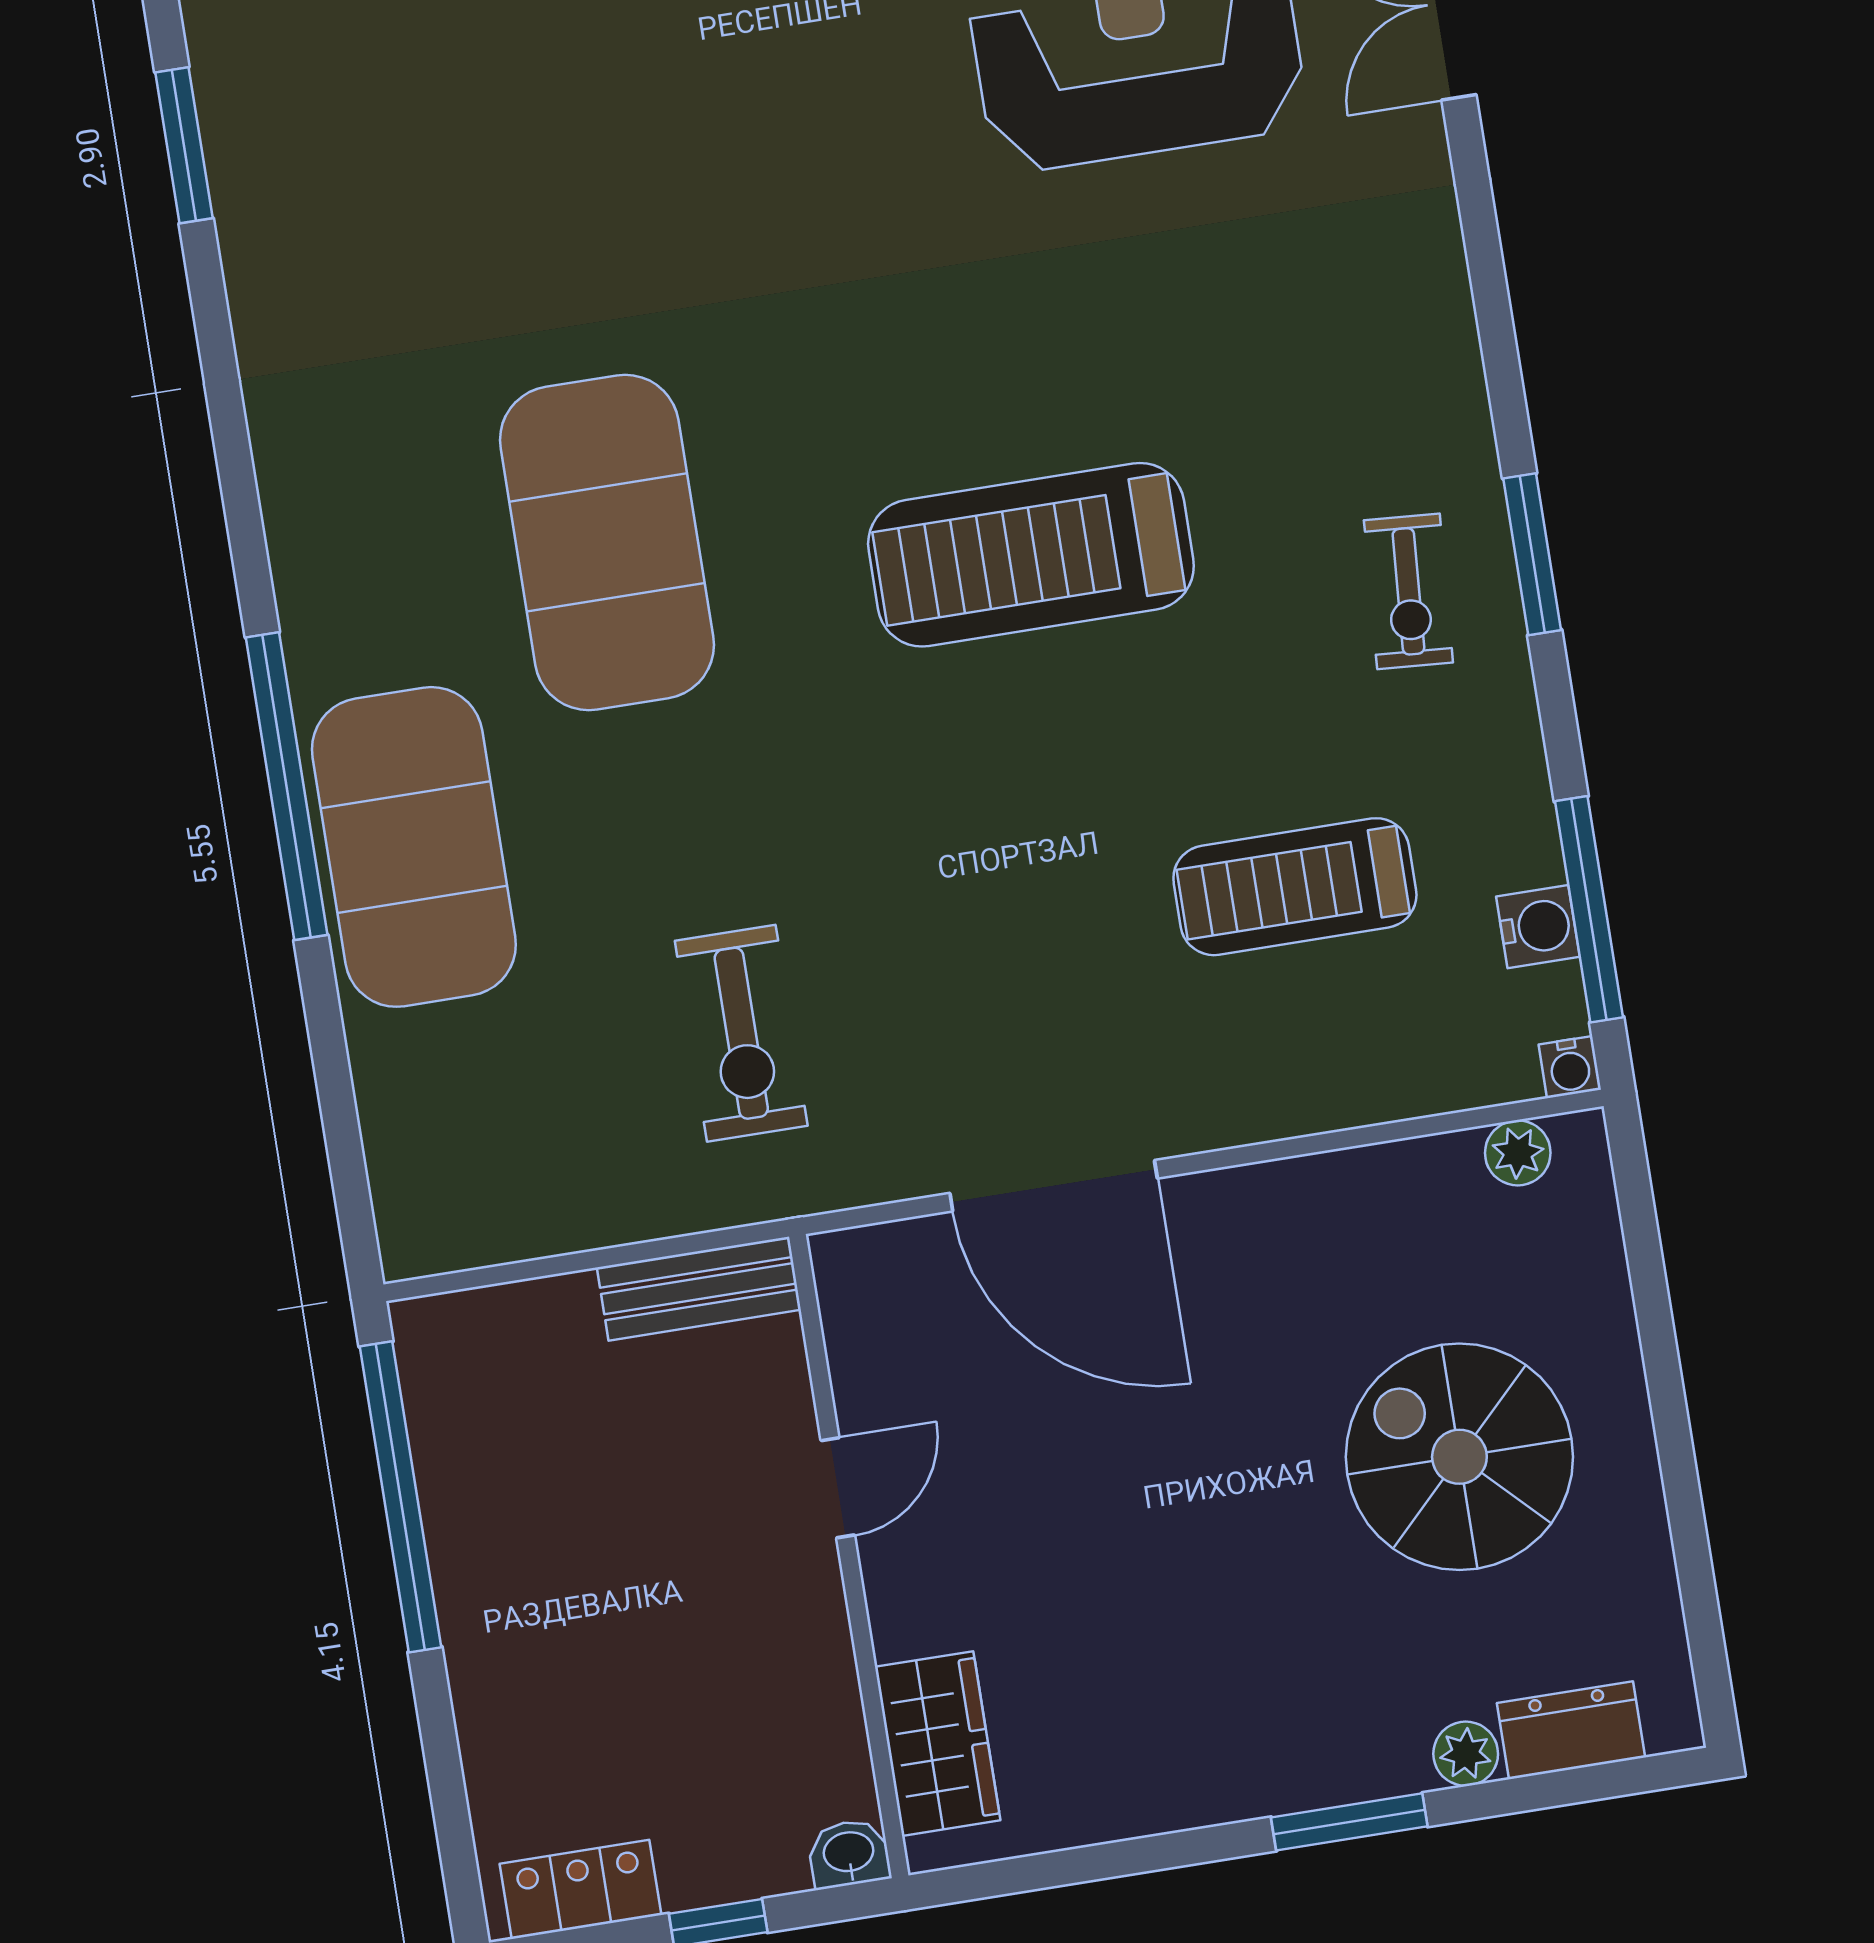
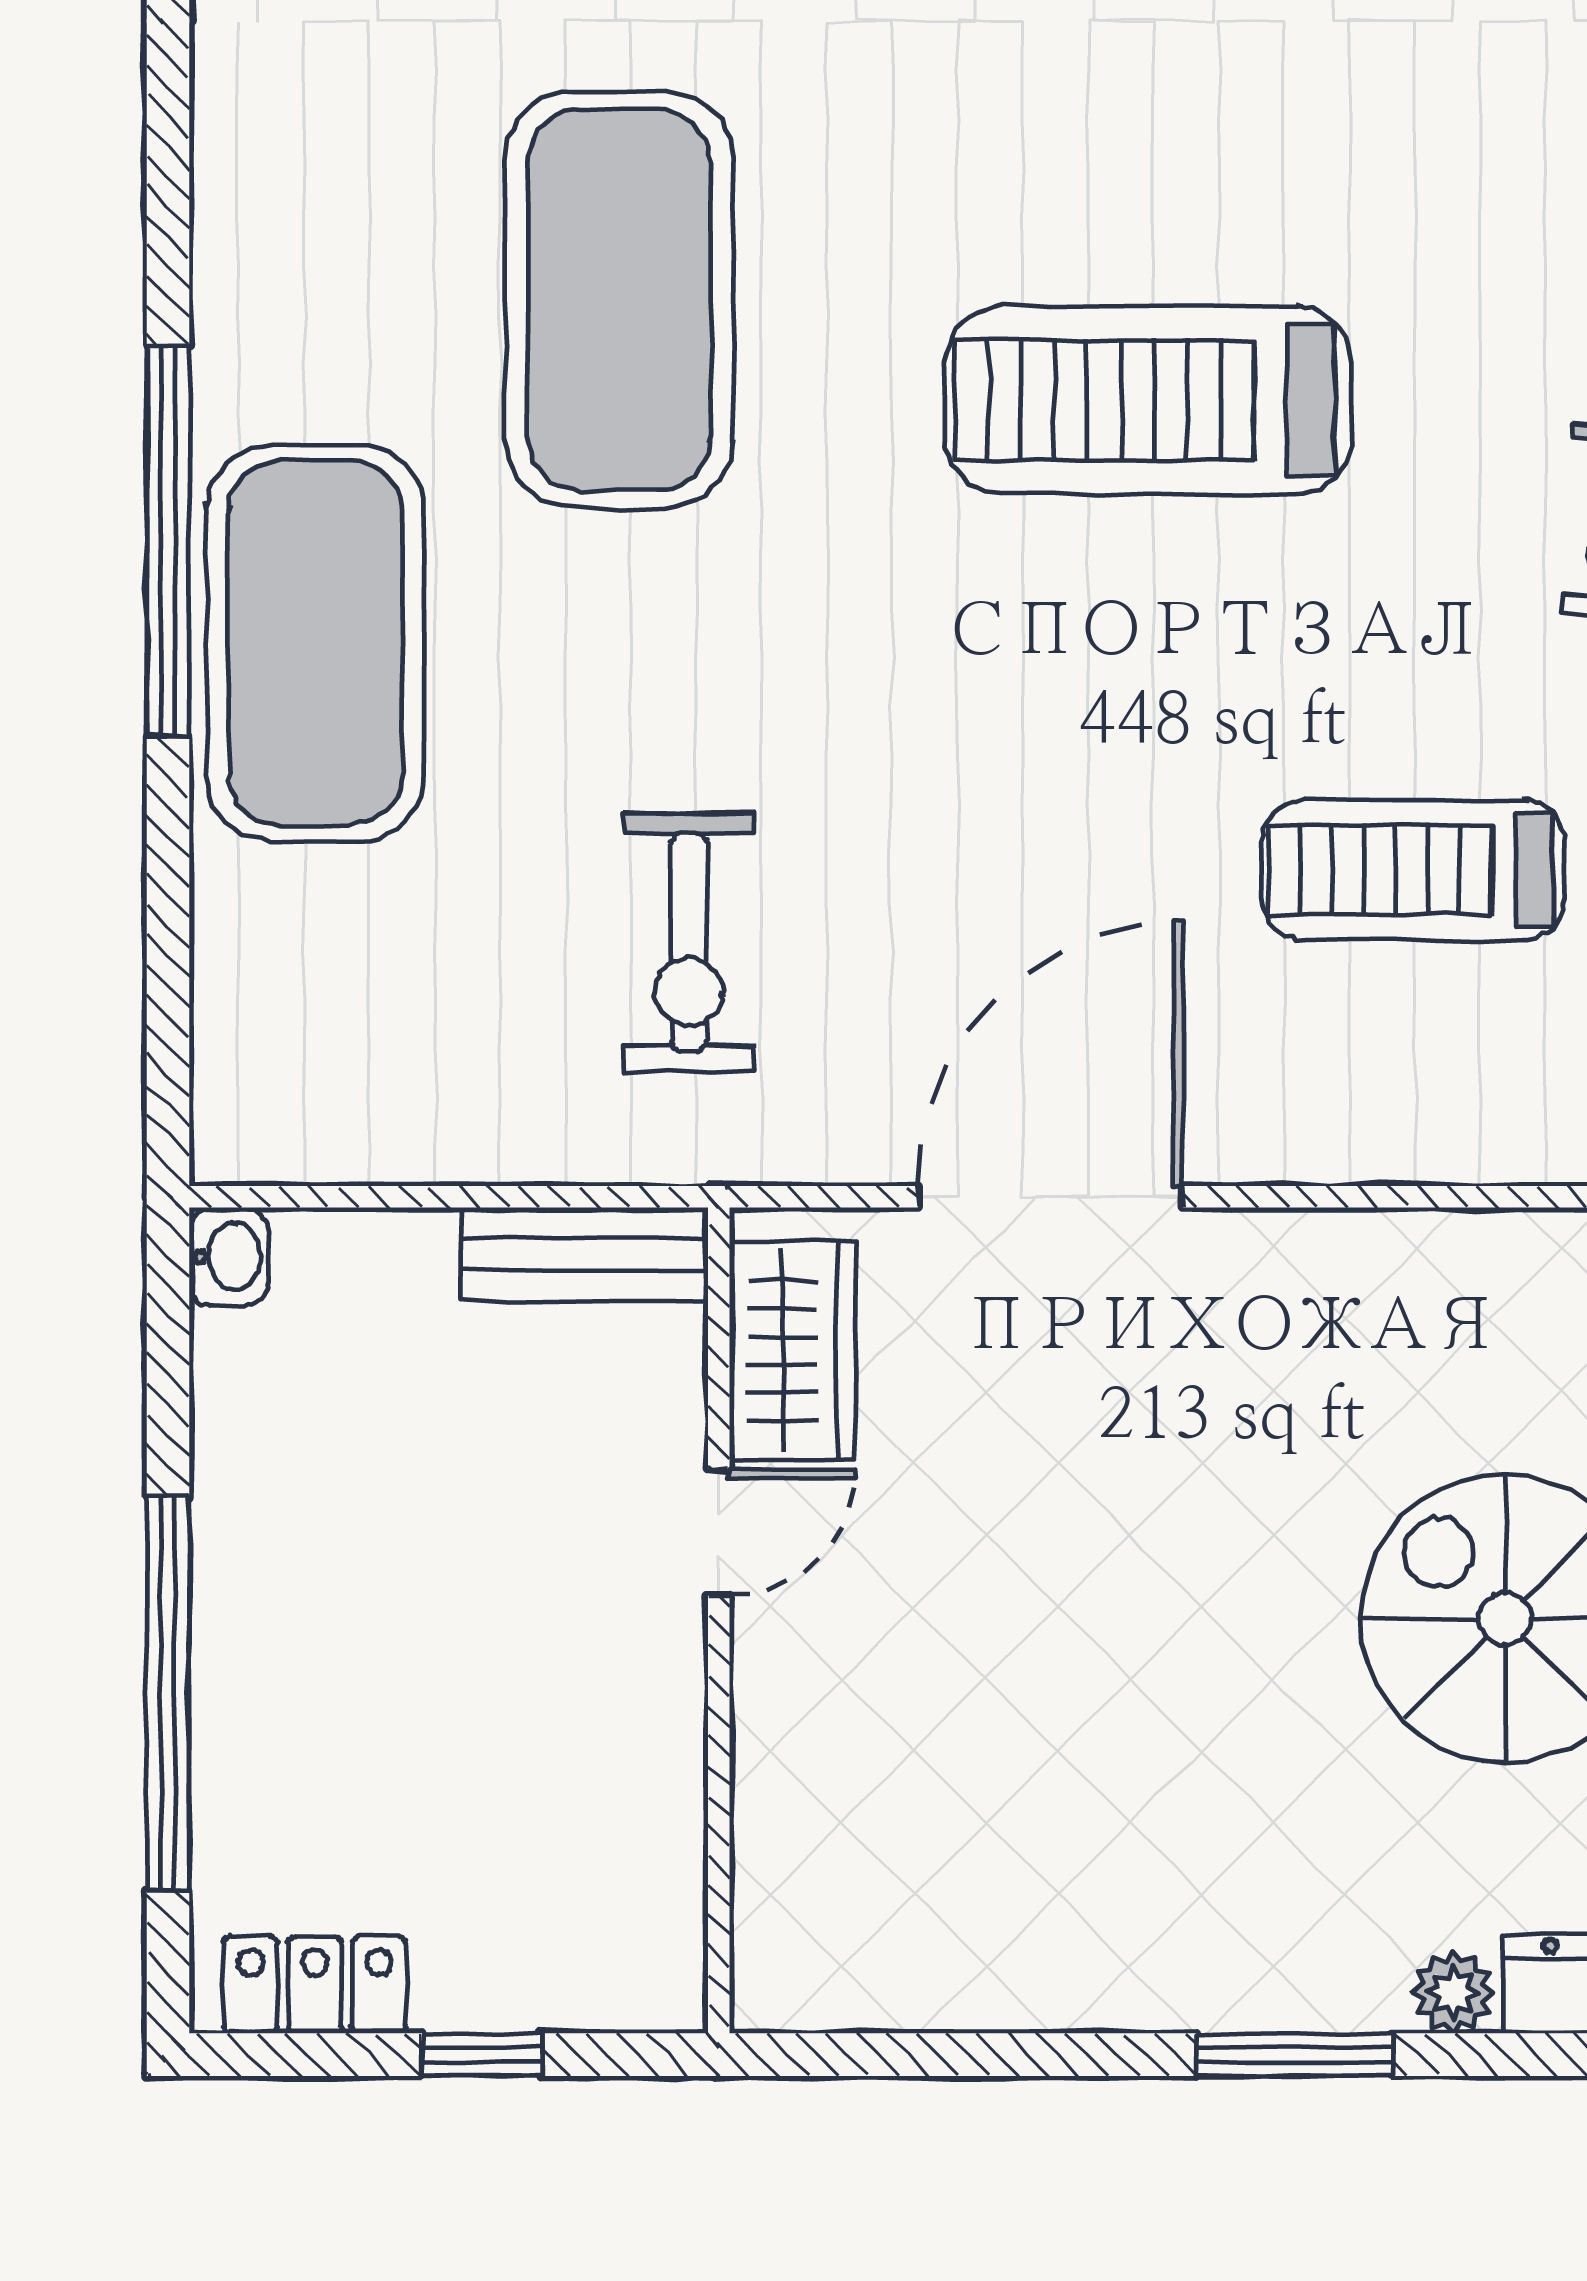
door: (1054, 1186) -> (1050, 1197), swing flipped
window: (400, 1497) -> (168, 1693), moved
wardrobe: (938, 1744) -> (793, 1350), moved
washbasin: (849, 1854) -> (229, 1256), moved, turned 90

